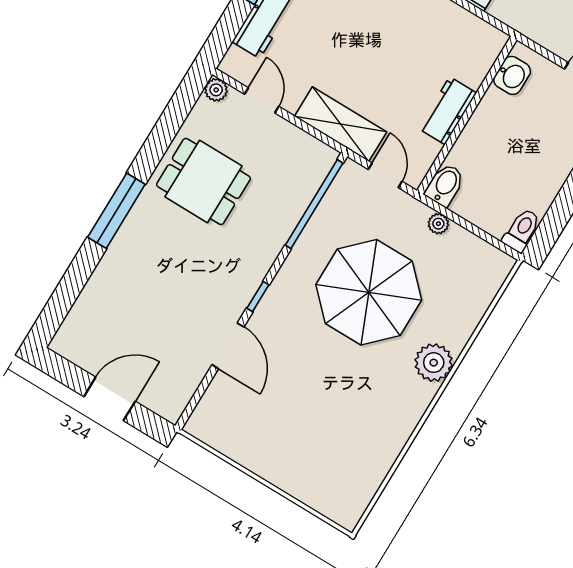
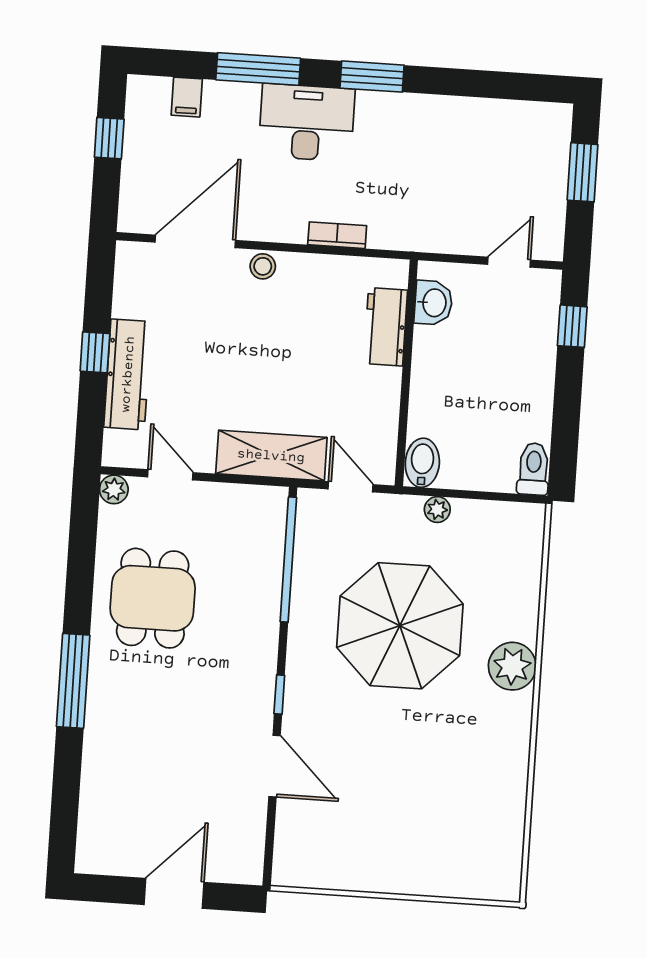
workbench: (447, 111) -> (386, 327), moved
dining table: (203, 181) -> (153, 598), turned 90

